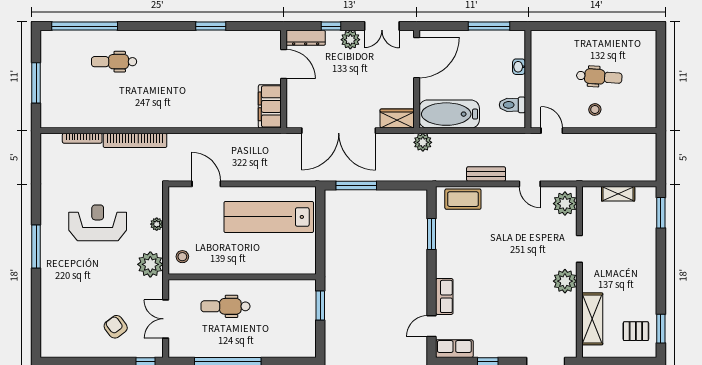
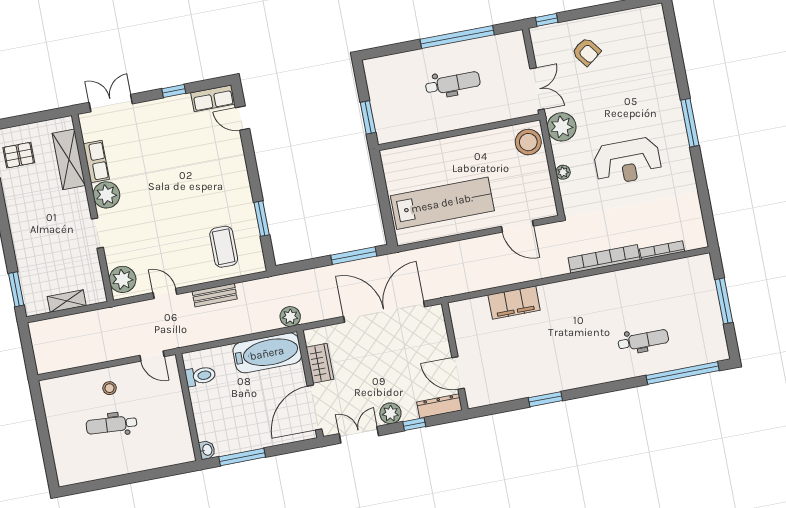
washbasin: (519, 67) -> (207, 450), moved
filing cabinet: (270, 106) -> (514, 303), moved, turned 90
wardrobe: (397, 119) -> (320, 363), moved, turned -90
coffee table: (463, 199) -> (224, 247), moved, turned 90
stool: (182, 257) -> (528, 142), width x1.89, depth x1.89
row of seats: (444, 296) -> (96, 161), moved, turned 180
dental chair: (225, 306) -> (453, 83), moved
double door: (166, 319) -> (537, 89), moved
door: (432, 326) -> (242, 118), swing flipped

